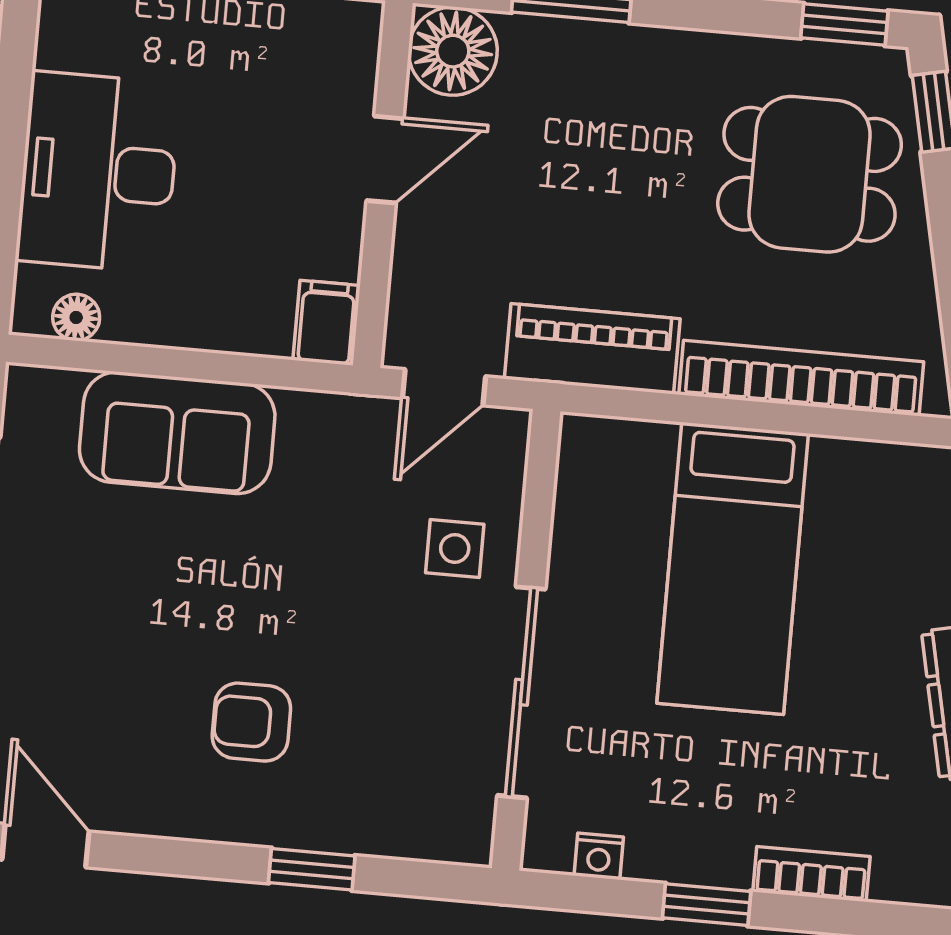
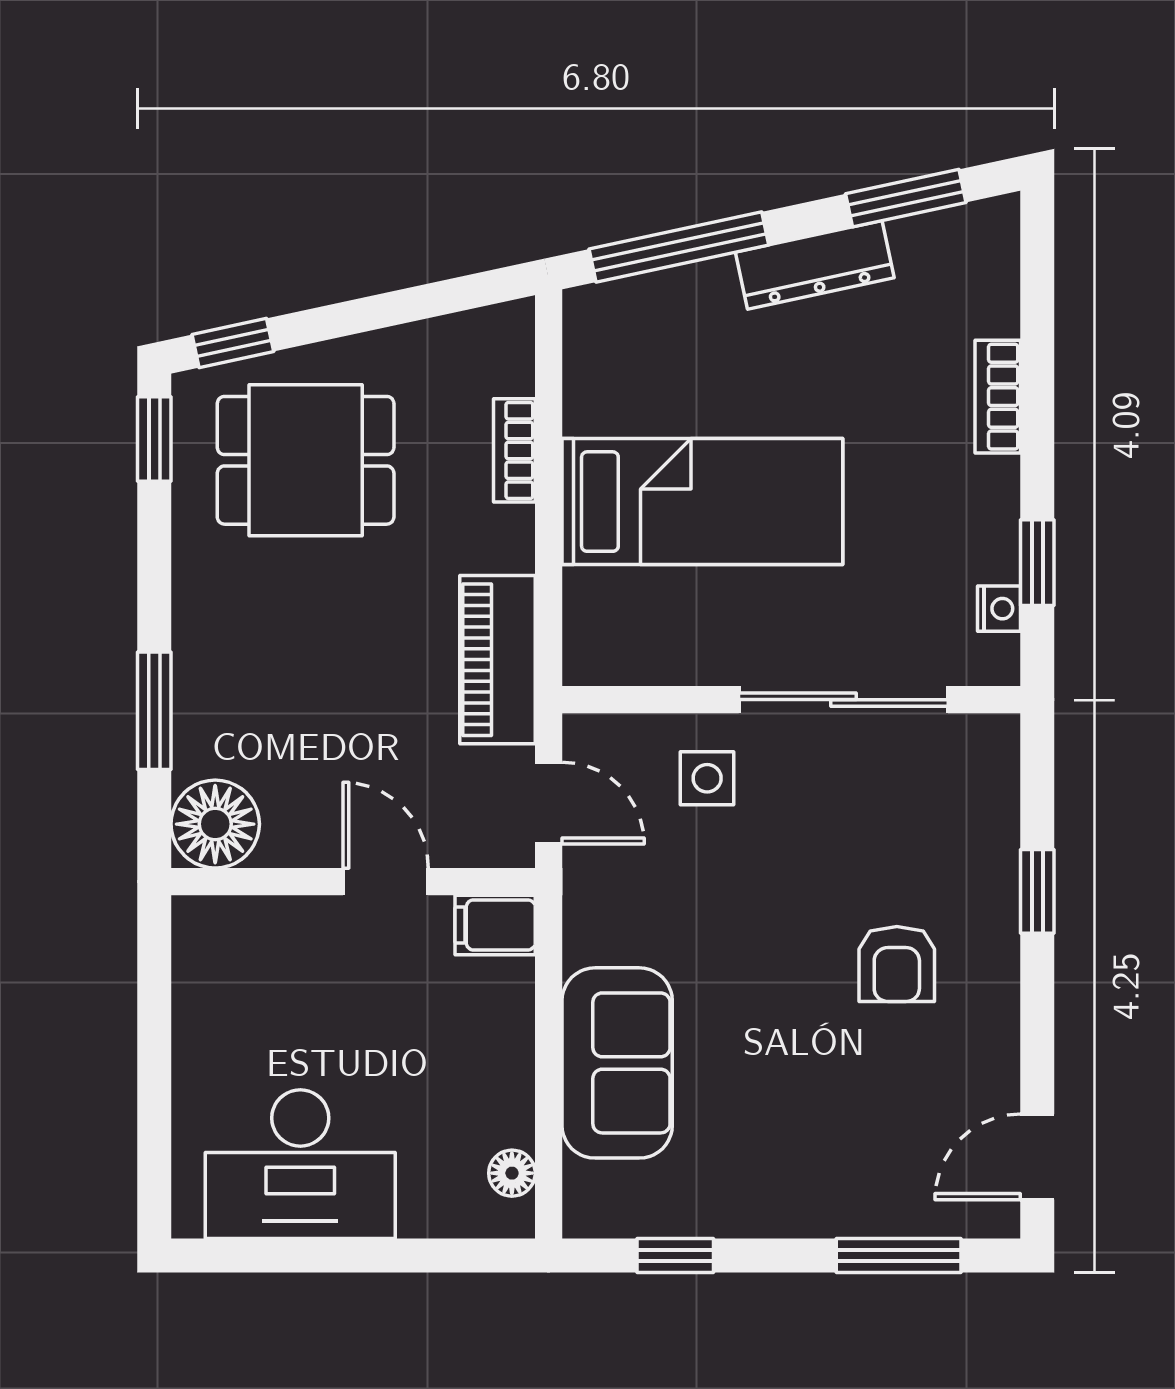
door: (385, 160) -> (386, 882), moved
desk: (98, 172) -> (300, 1164), moved
dining table: (810, 174) -> (306, 460), turned 90
bookcase: (801, 378) -> (514, 450), width x0.43, depth x0.76
window: (707, 905) -> (1037, 563), moved

